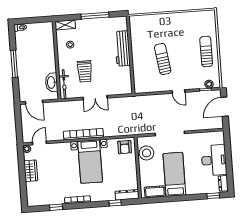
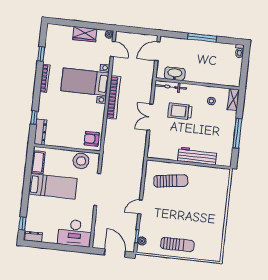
sun lounger: (163, 59) -> (171, 181), moved
desk: (214, 160) -> (75, 233), moved
bed with nightstands: (90, 162) -> (85, 82), moved

